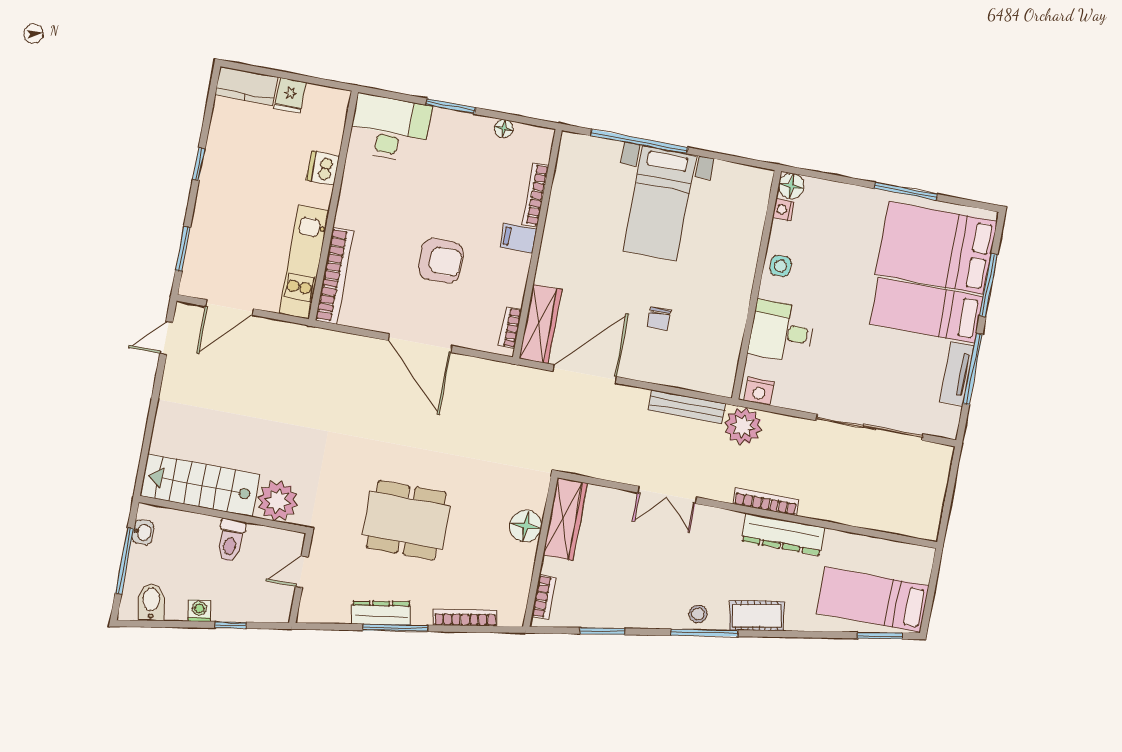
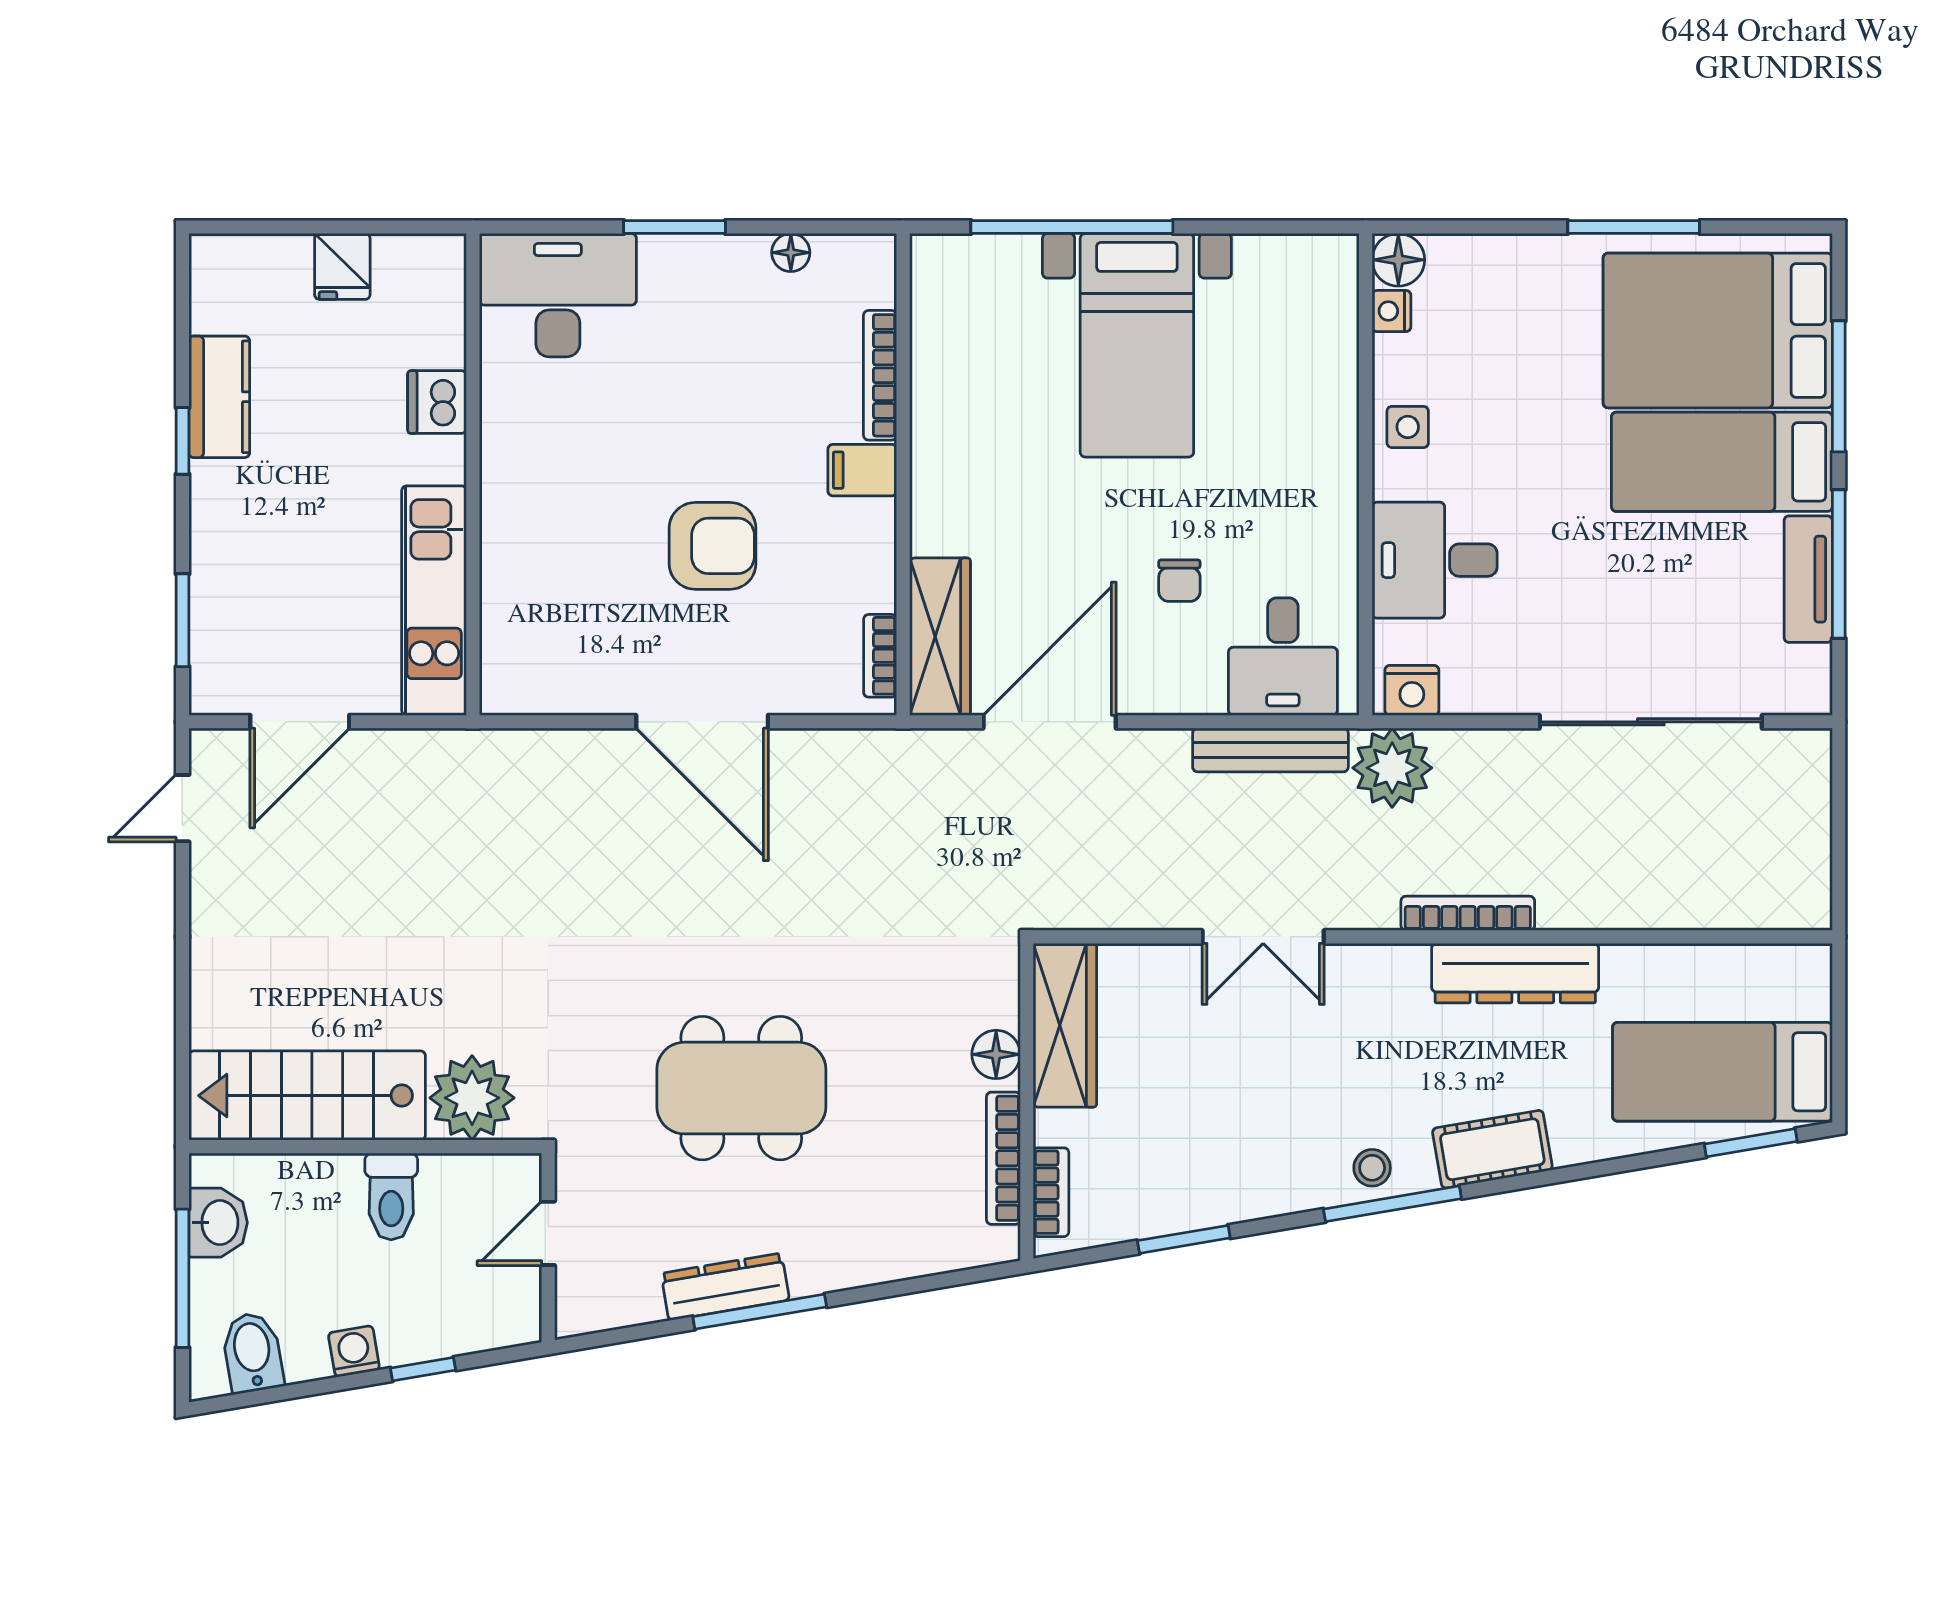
kitchen counter: (246, 86) -> (219, 397), moved, turned -90
bookcase: (335, 276) -> (502, 617), removed
desk: (701, 364) -> (1283, 657), added
floor lamp: (526, 526) -> (996, 1054), width x0.73, depth x0.73
washbasin: (143, 532) -> (218, 1223), width x1.38, depth x1.45
bookcase: (465, 618) -> (1003, 1158), moved, turned -80

